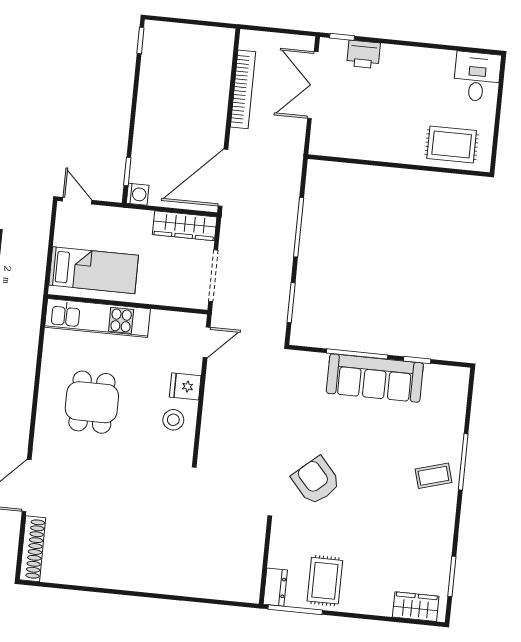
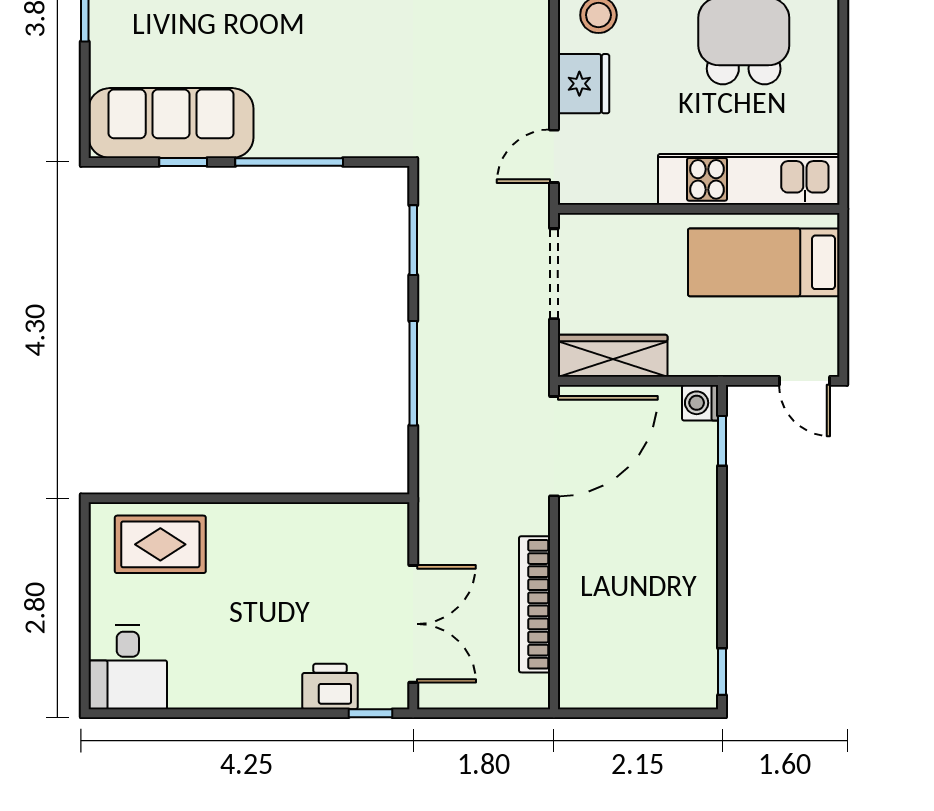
sofa: (375, 378) -> (171, 123), moved
fridge: (185, 386) -> (583, 84), width x1.38

